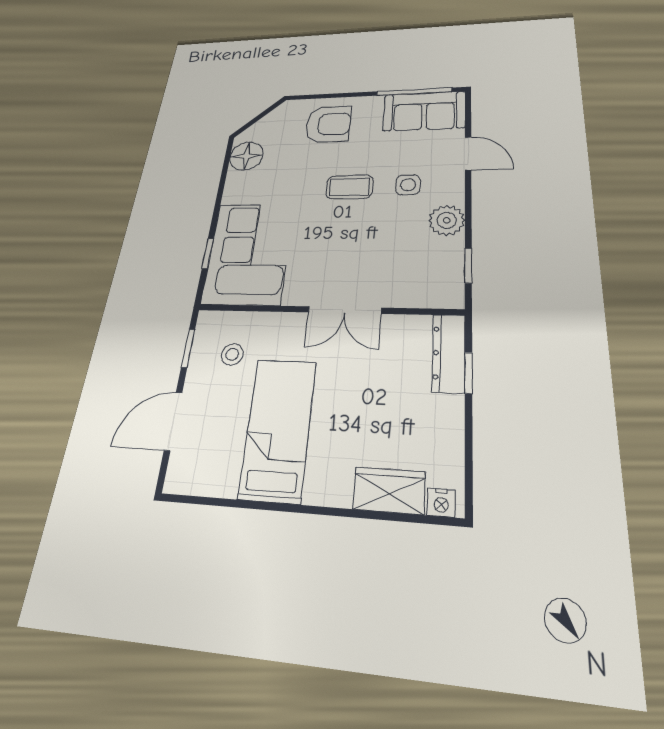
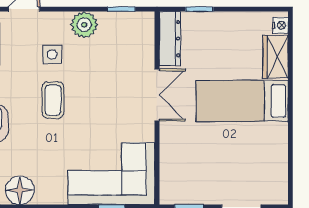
dresser: (449, 353) -> (170, 39), moved, turned -90
stool: (232, 354) -> (192, 173), removed
bed: (278, 428) -> (242, 101), moved

